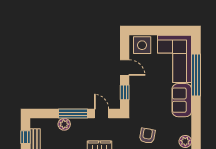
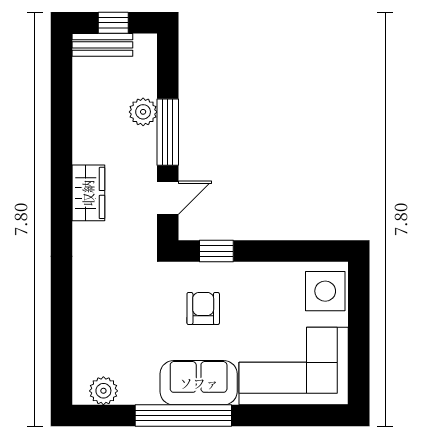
door: (125, 68) -> (274, 251), removed
window: (196, 75) -> (183, 416), moved
armchair: (147, 136) -> (203, 308), moved, turned -100

